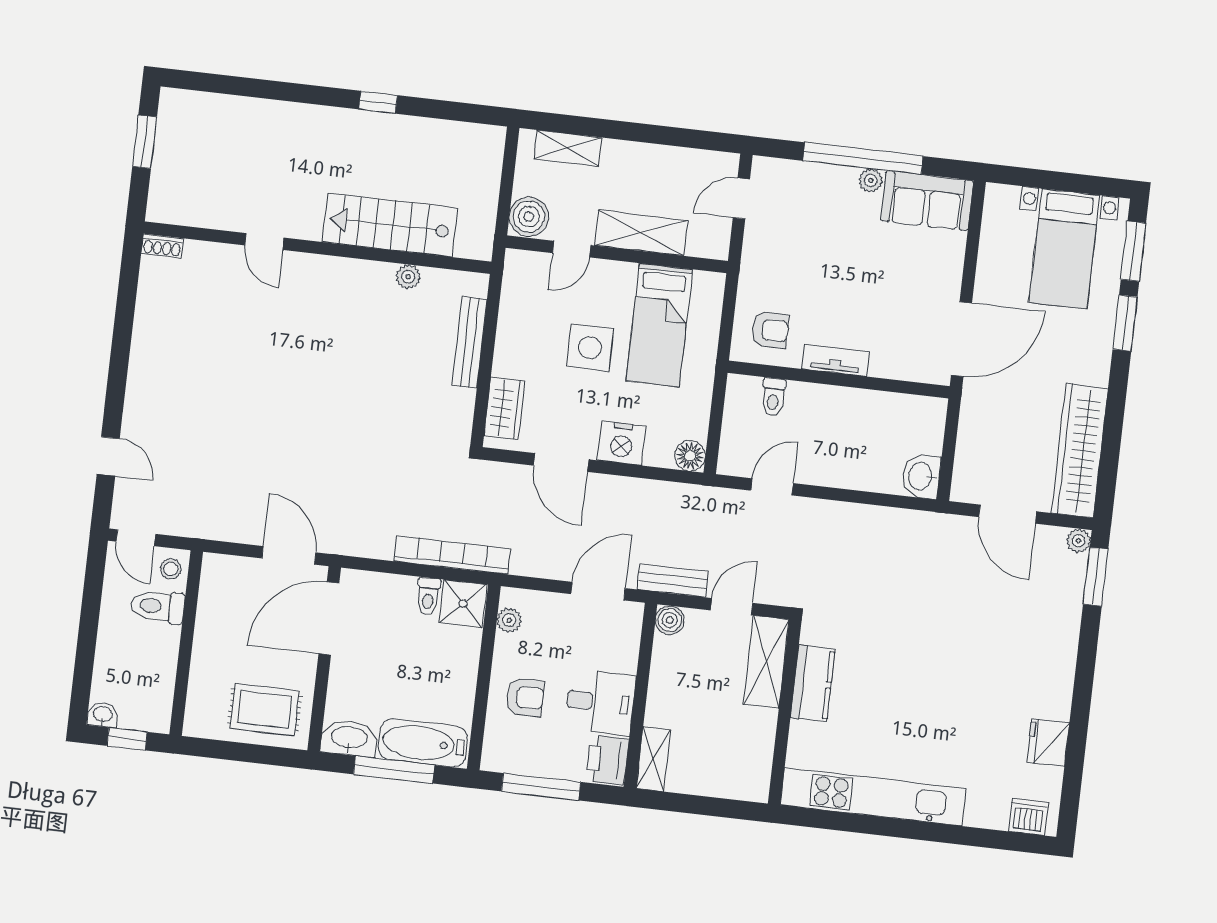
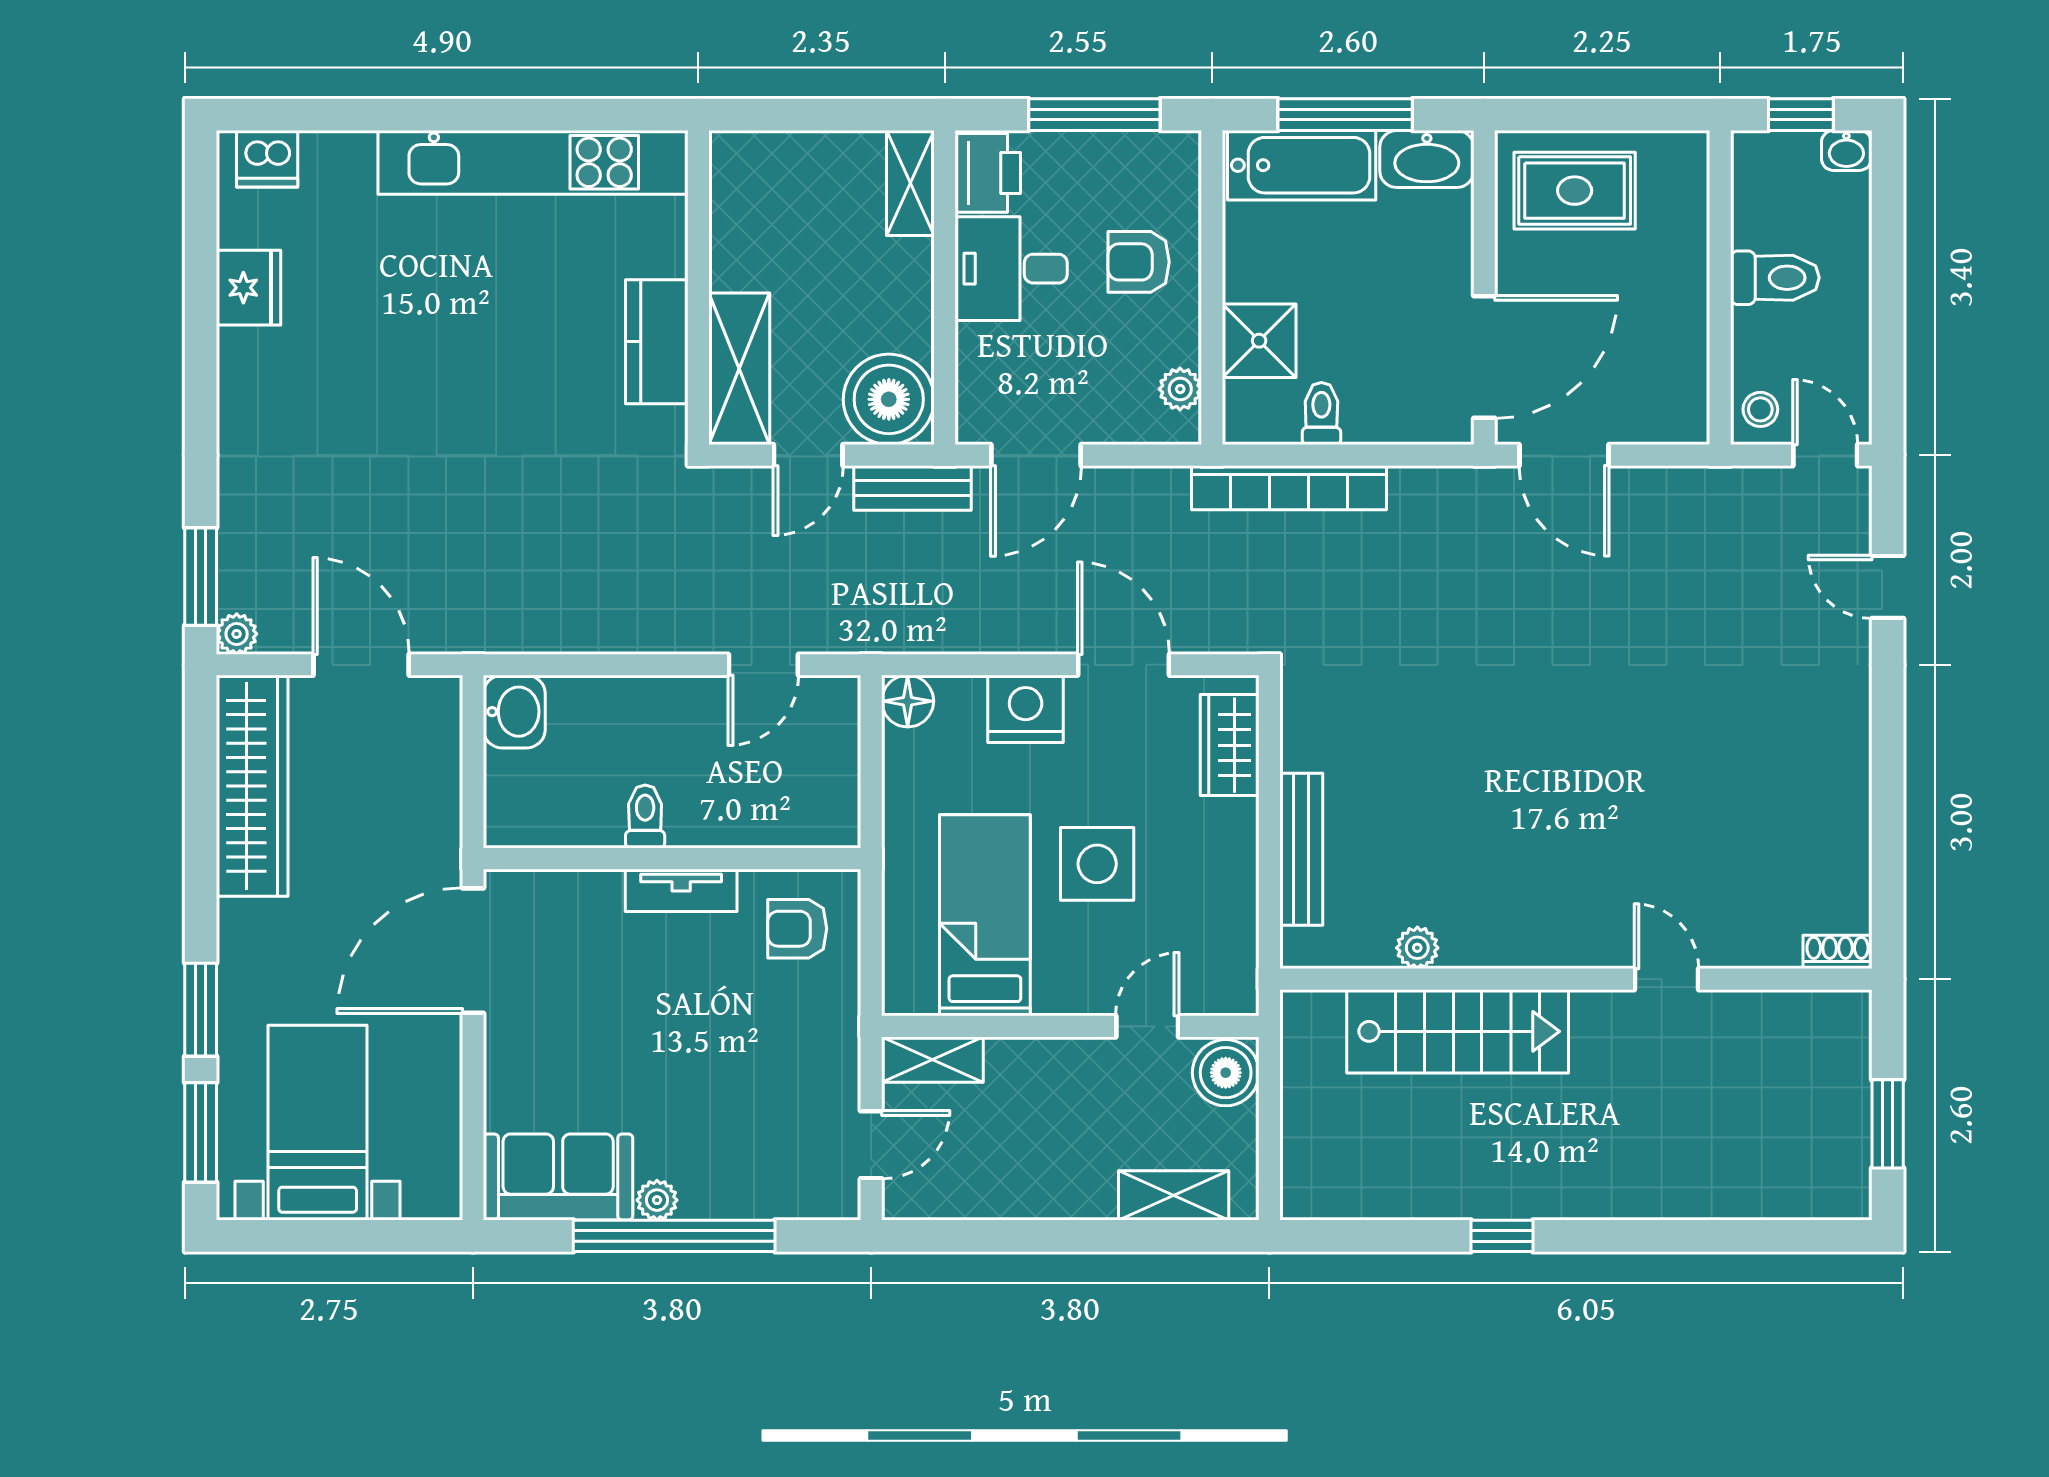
shelving: (641, 233) -> (932, 1060), moved, width x0.67, depth x0.75
toilet: (773, 397) -> (645, 816), moved
shower: (463, 604) -> (1259, 341), moved
toilet: (158, 606) -> (1775, 278), moved
boiler: (670, 620) -> (889, 399), width x1.86, depth x1.86

